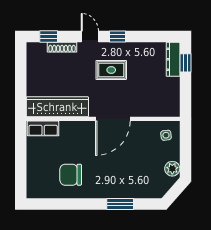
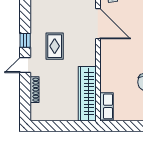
window: (49, 37) -> (25, 102), removed
door: (113, 119) -> (98, 24), moved

